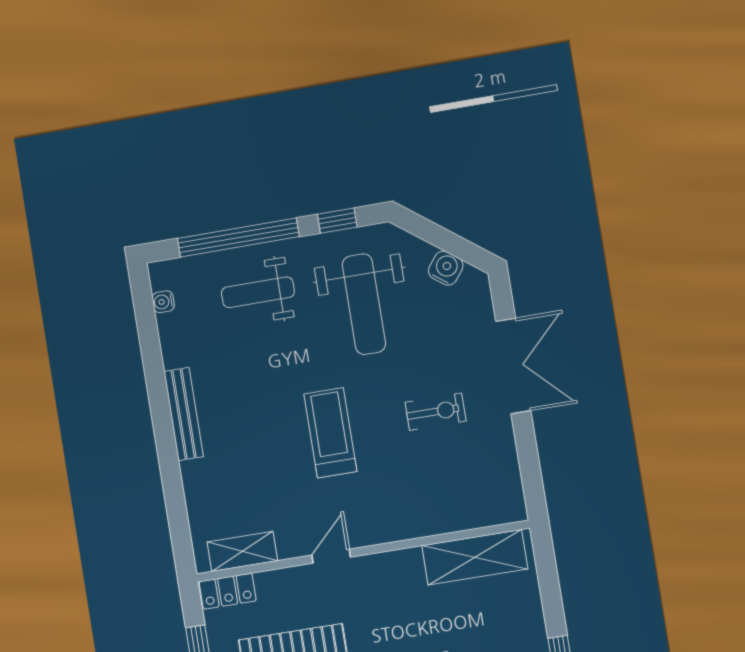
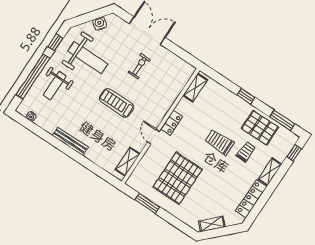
shelving: (475, 557) -> (195, 88), width x0.67, depth x0.75
locker: (228, 591) -> (171, 123), moved

